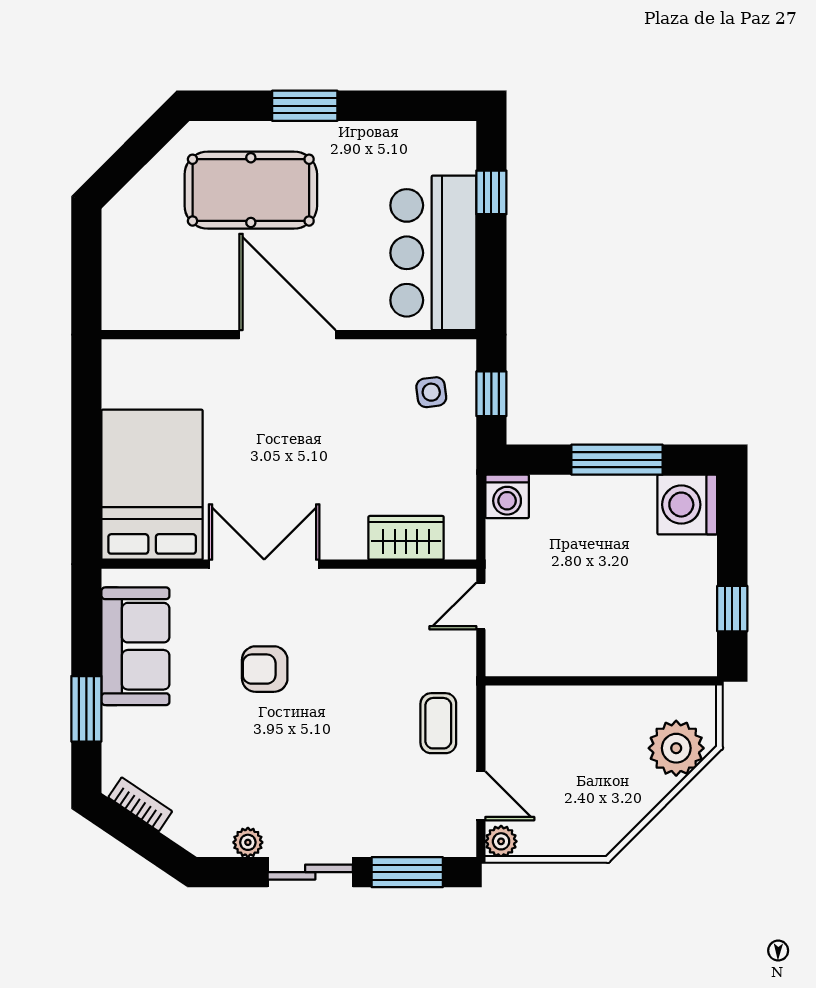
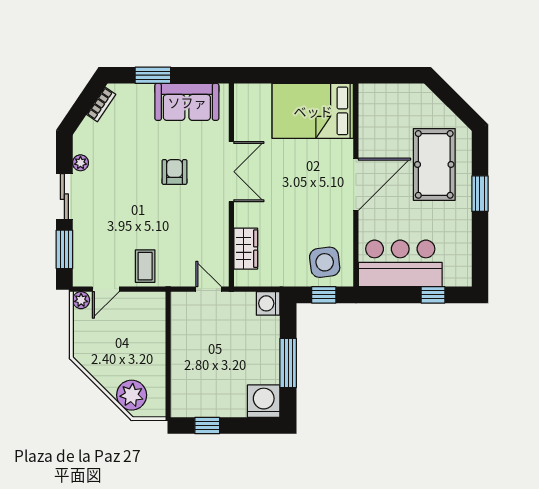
side table: (431, 392) -> (325, 262), width x1.87, depth x1.87
bed: (152, 485) -> (313, 111), moved, turned 180
coffee table: (438, 723) -> (145, 266), turned 90

